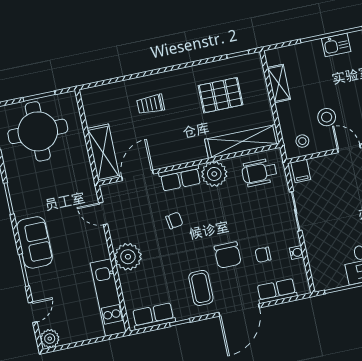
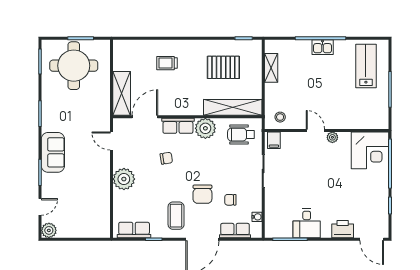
stool: (327, 117) -> (303, 102), removed
water cooler: (296, 253) -> (257, 217), moved
kitchen unit: (108, 298) -> (102, 208), removed

